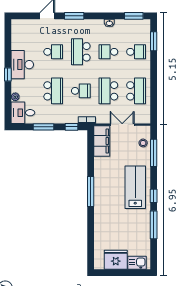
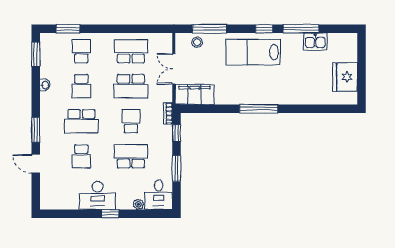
school desk: (53, 52) -> (81, 156), turned 180
kitchen sink: (137, 263) -> (315, 41), moved, turned -90

